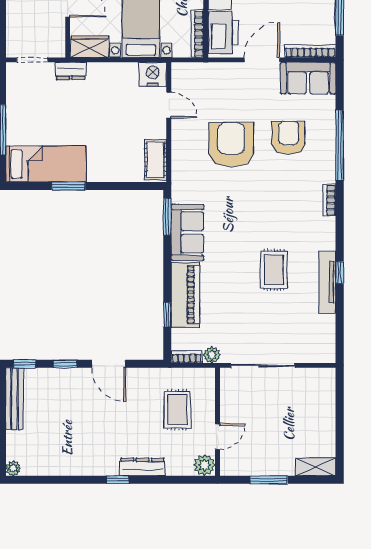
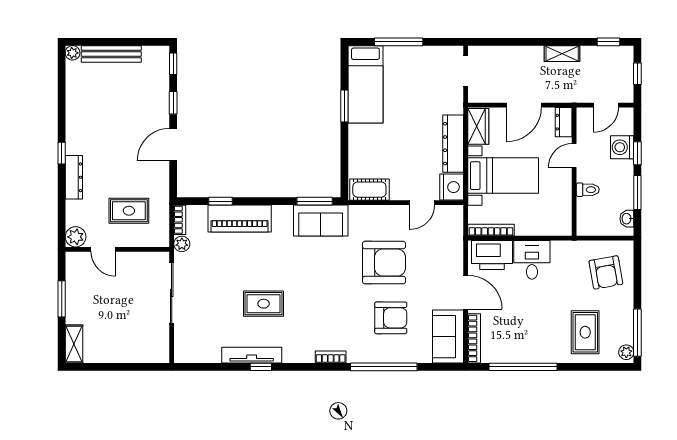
dresser: (71, 71) -> (453, 144), moved, width x1.96, depth x1.24
sofa: (187, 232) -> (321, 220), moved
bench: (14, 399) -> (111, 54), moved

